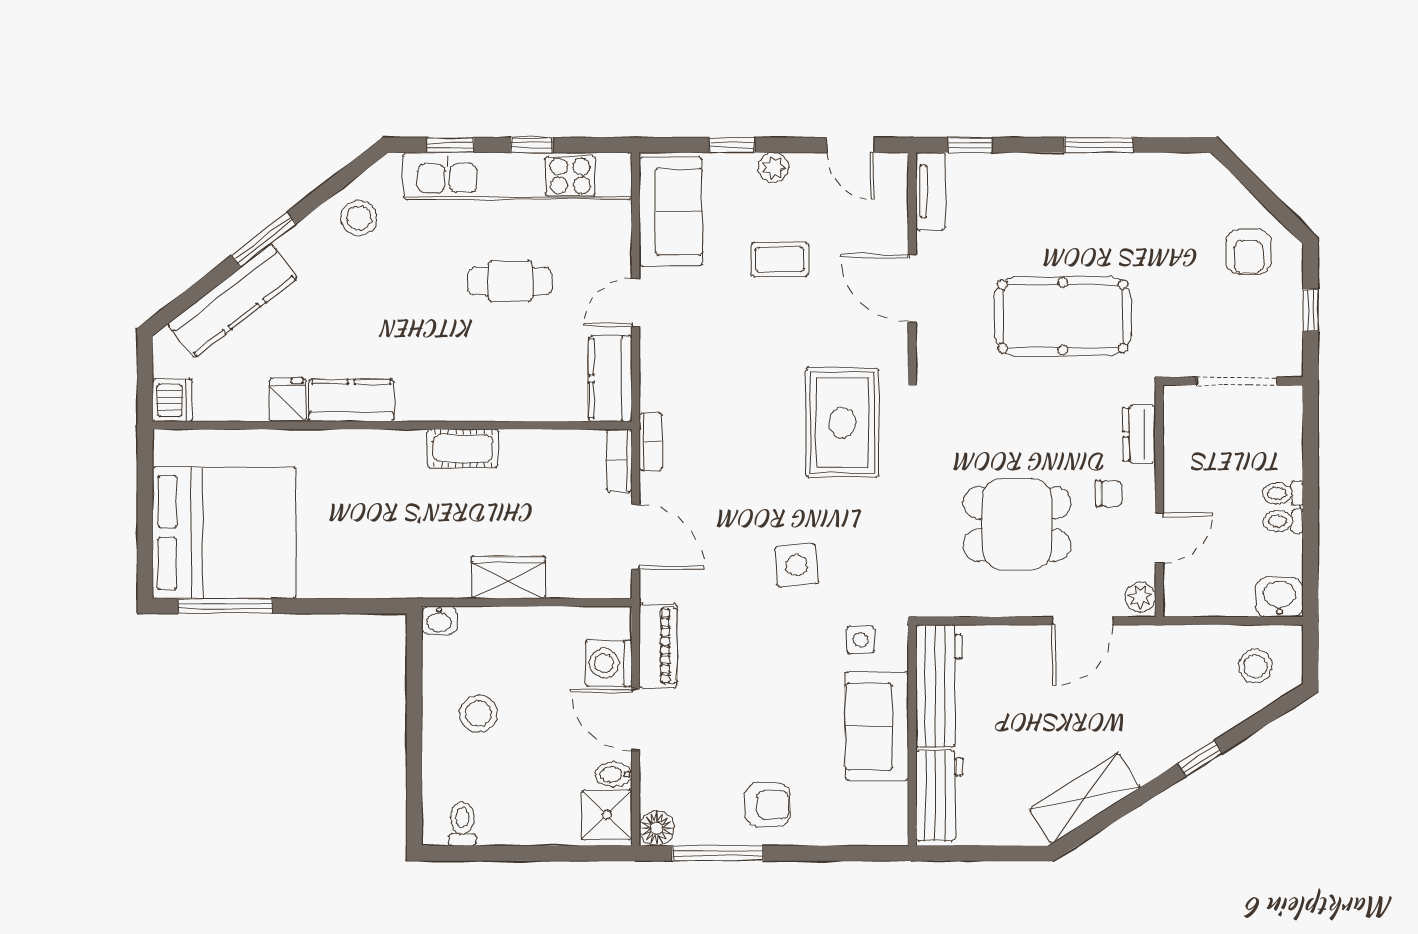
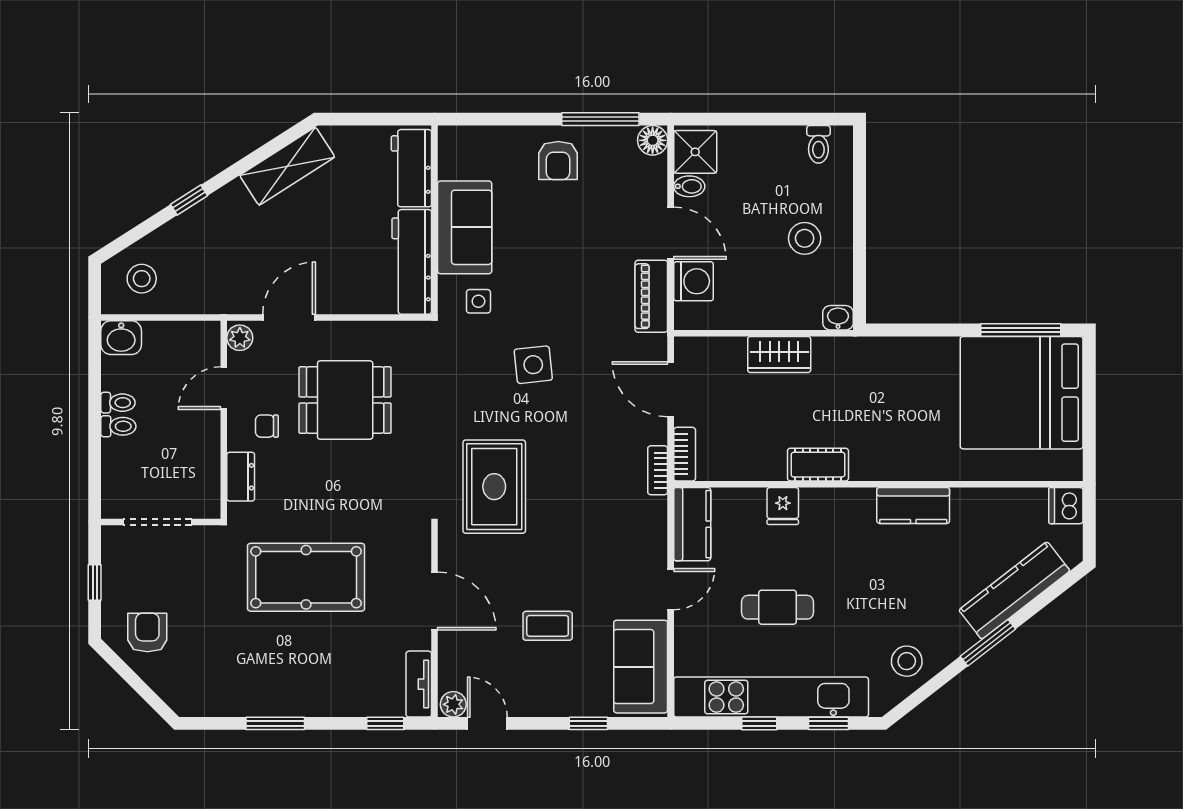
plant: (774, 167) -> (453, 704), moved
fridge: (287, 400) -> (783, 506), moved
armchair: (767, 805) -> (558, 160), turned -90

